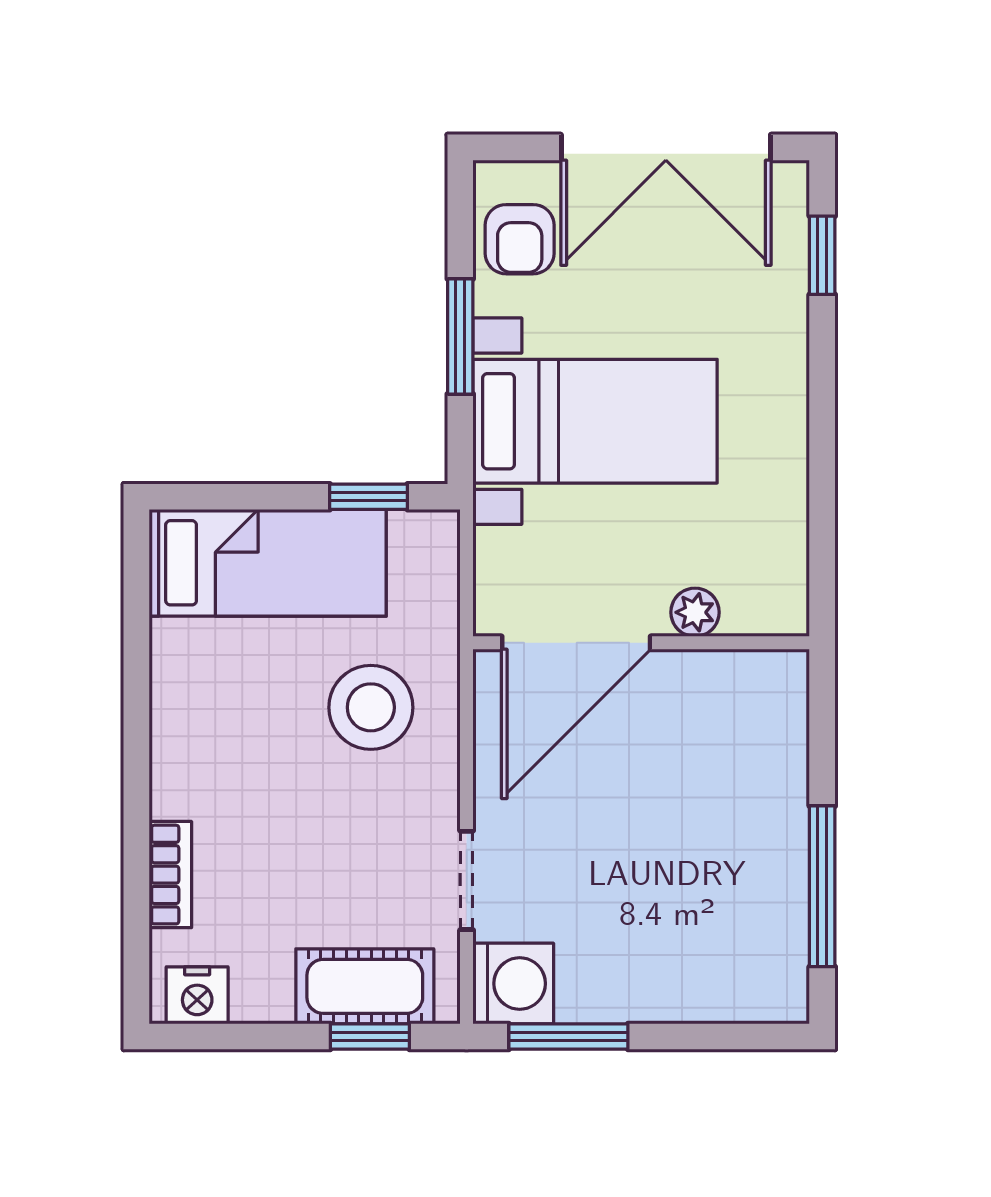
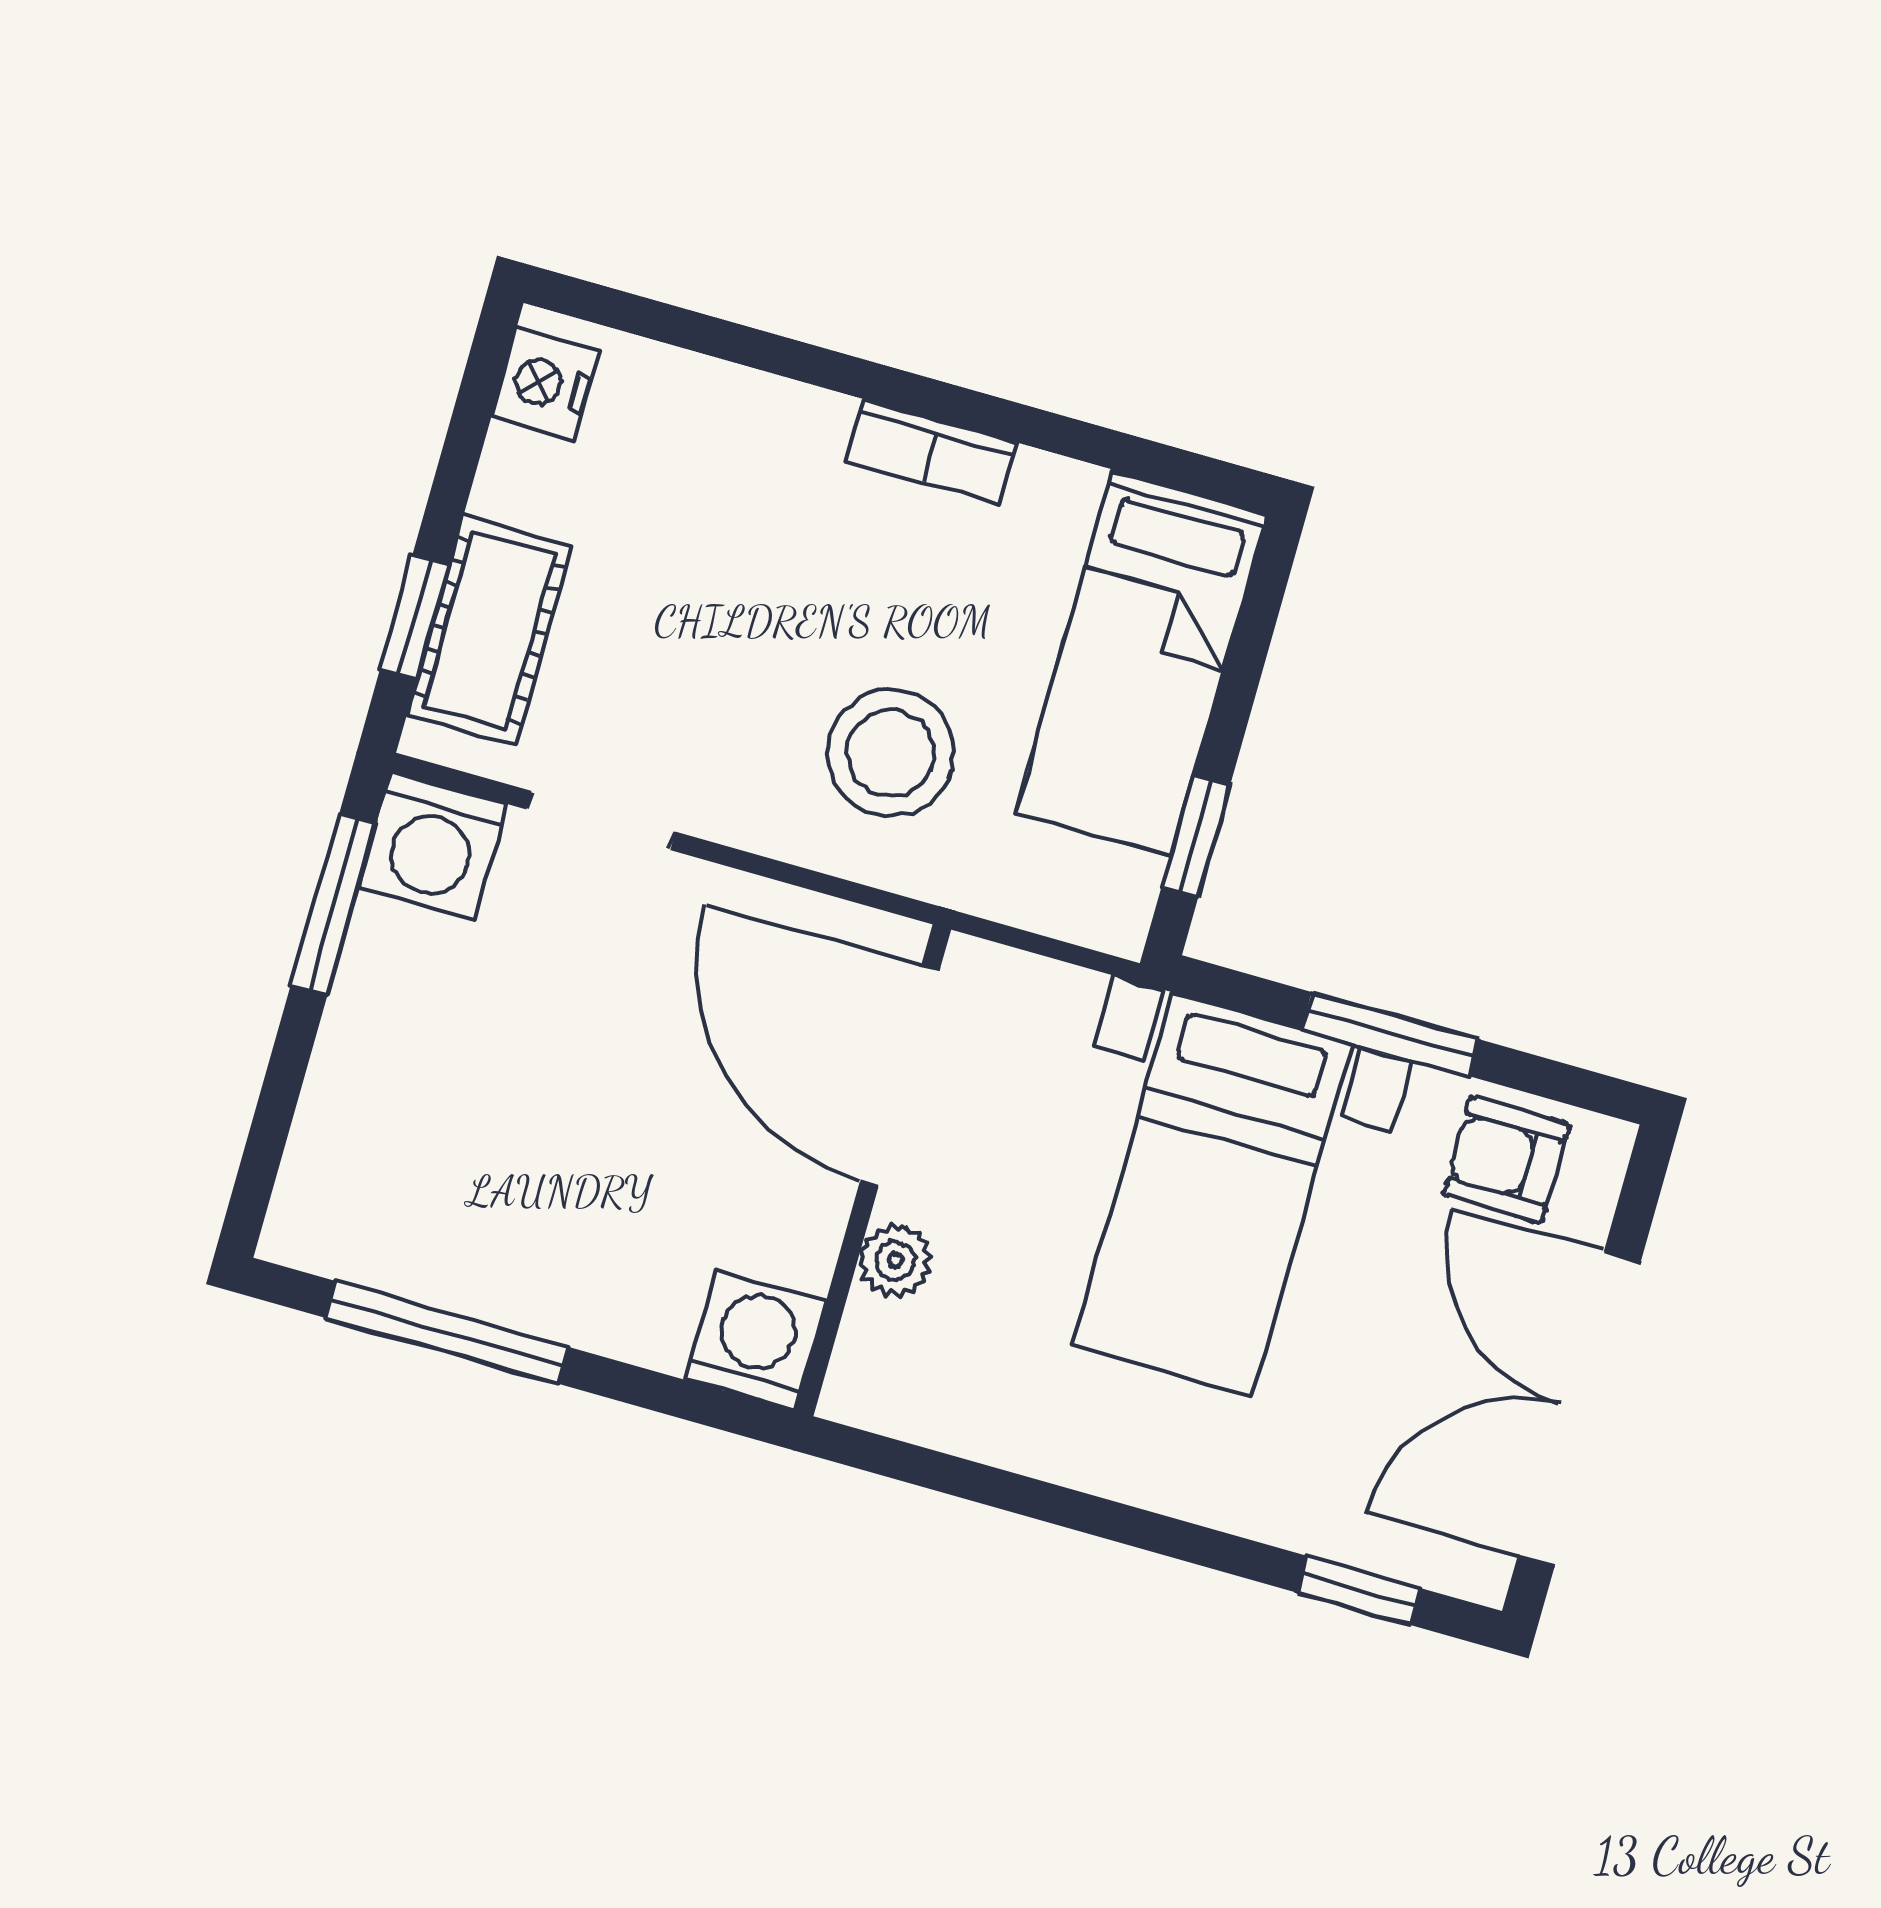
washing machine: (771, 687) -> (756, 1340), added
bookcase: (170, 875) -> (931, 451), moved

